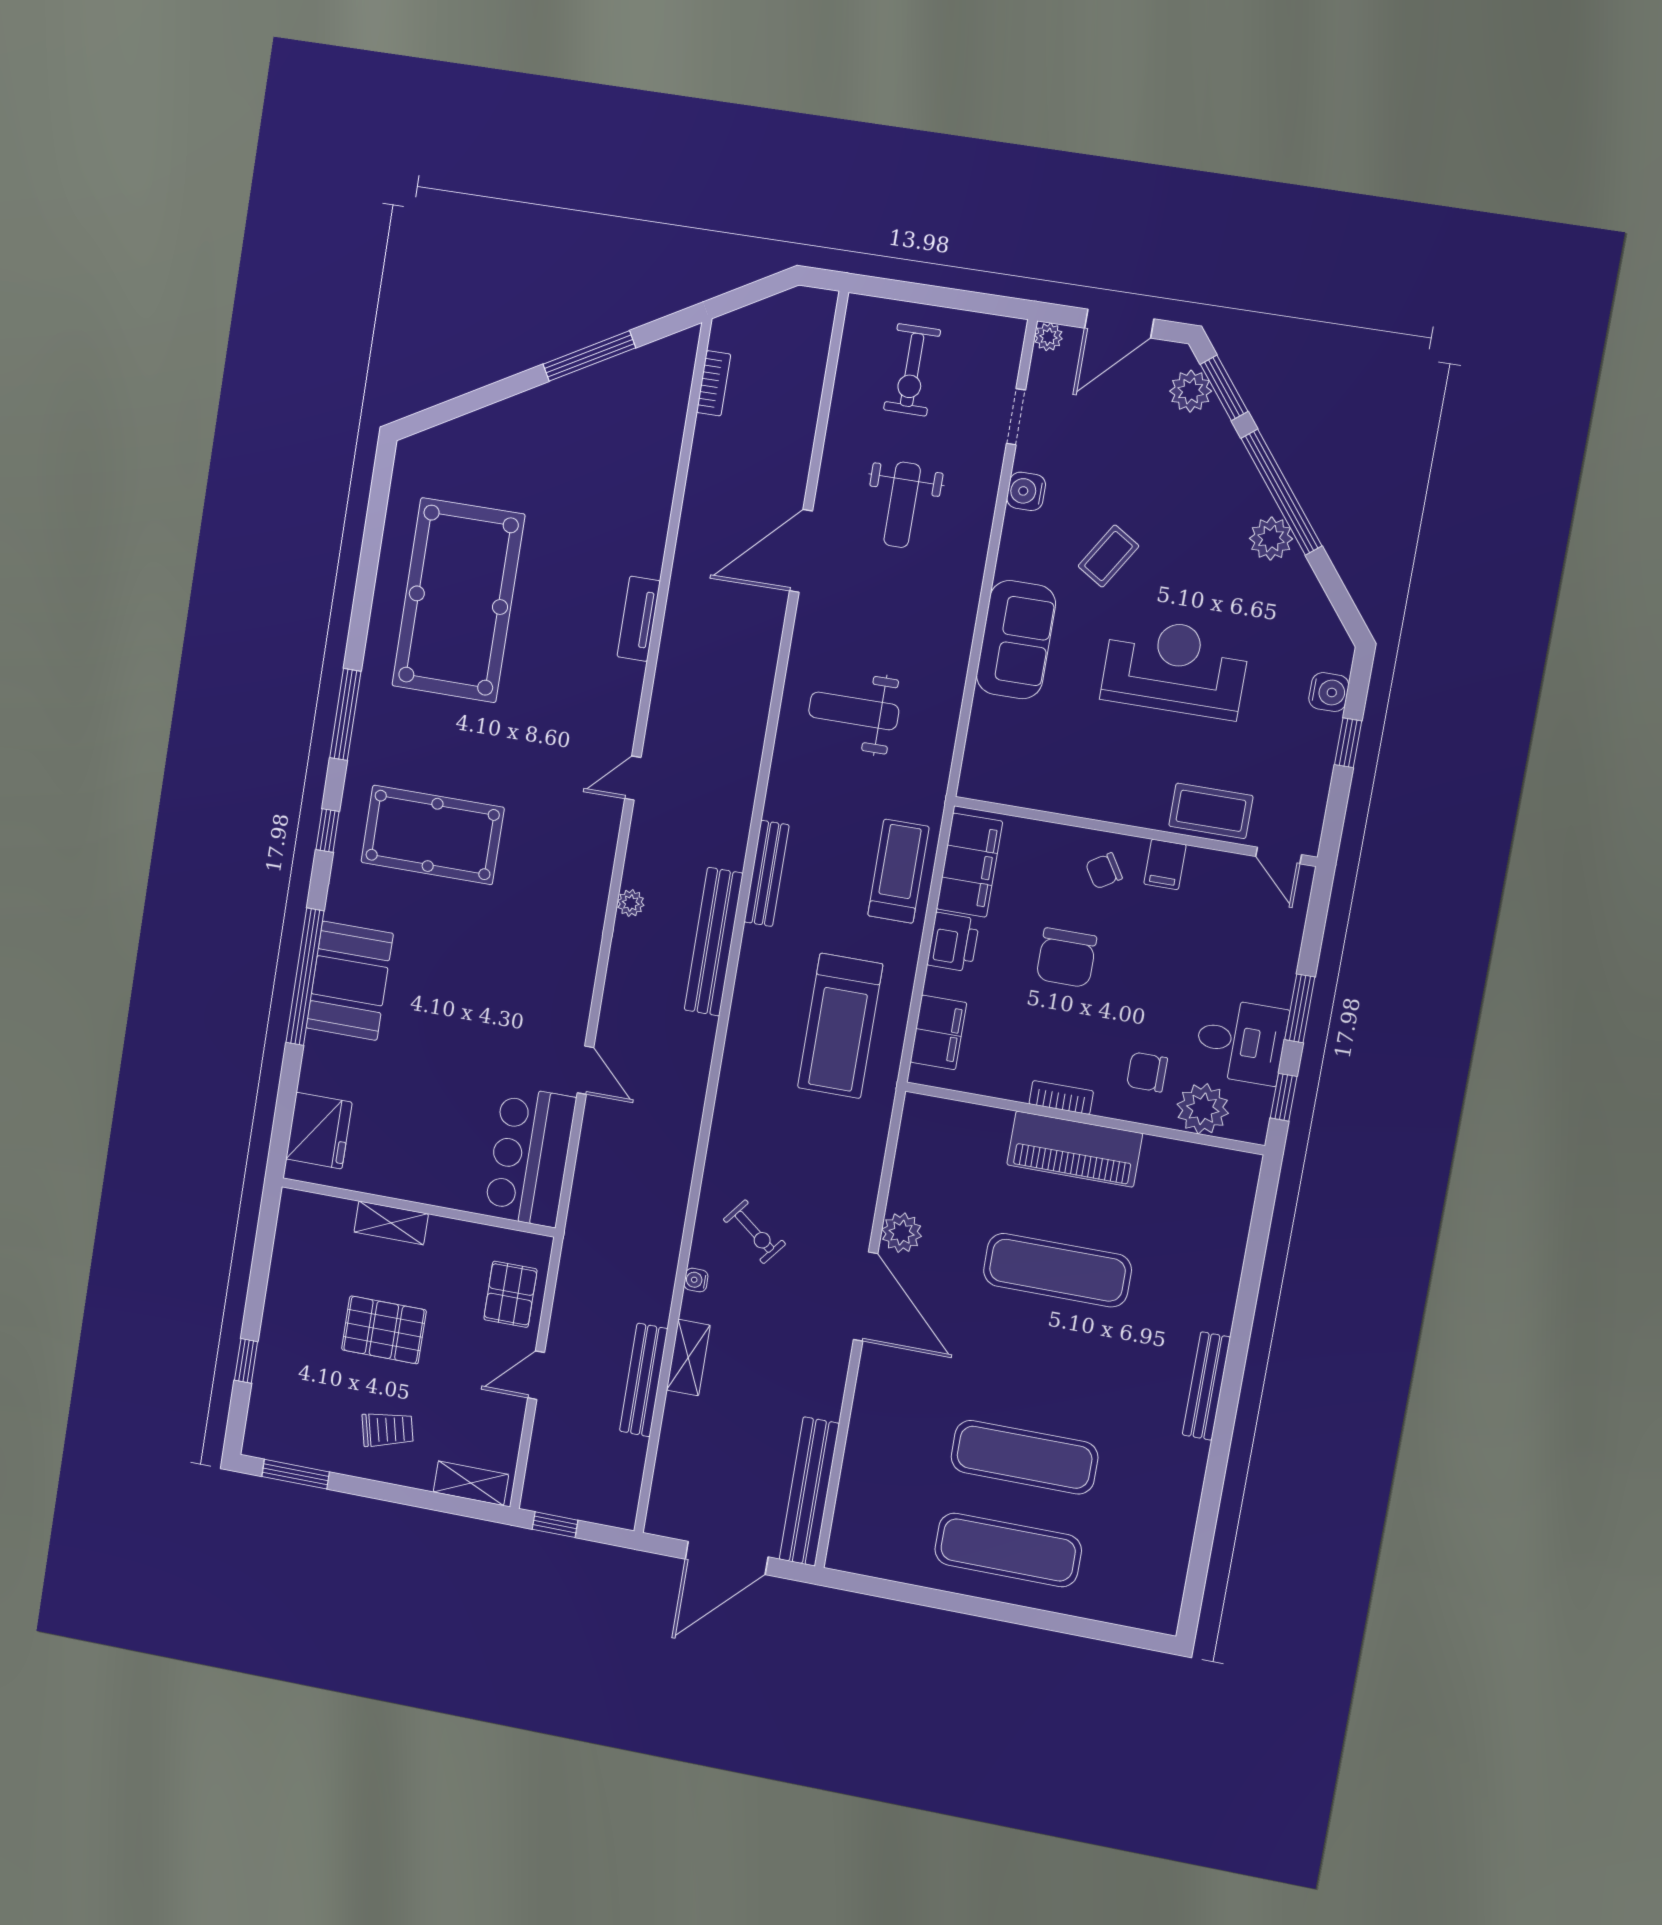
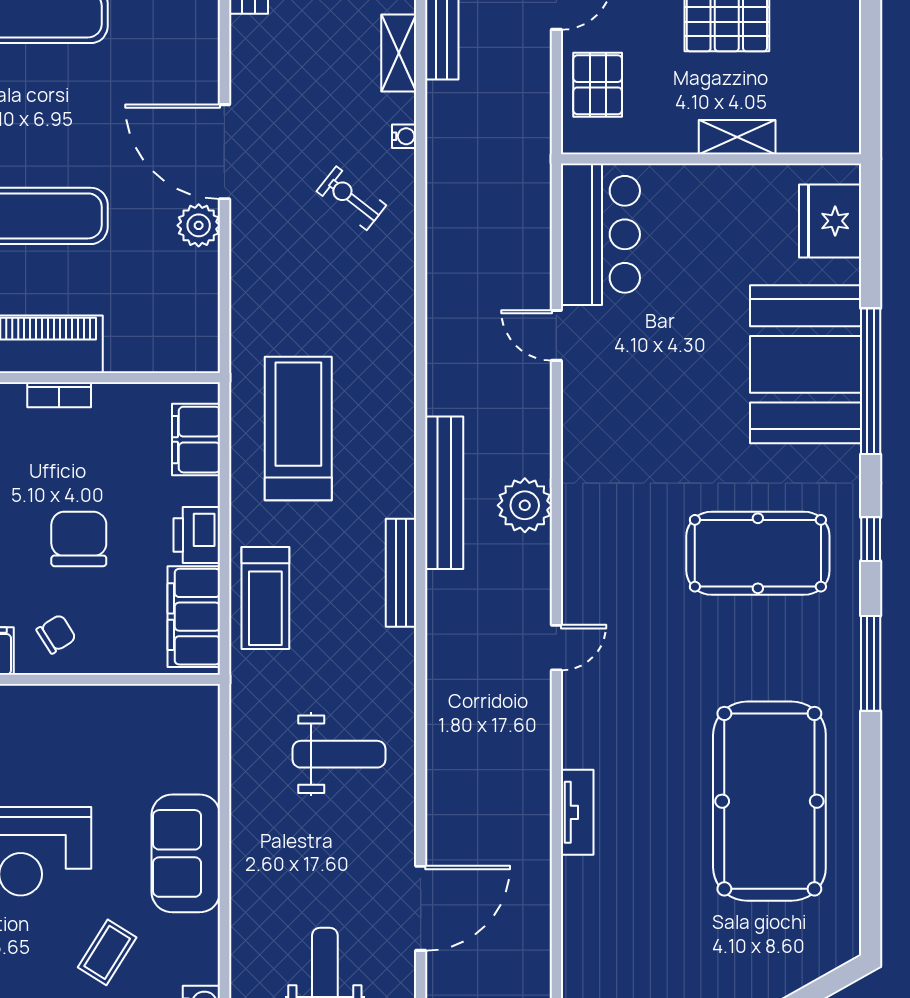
plant: (631, 903) -> (525, 505), width x1.87, depth x1.87
booth: (350, 981) -> (806, 364), width x1.36, depth x1.42

